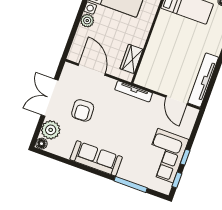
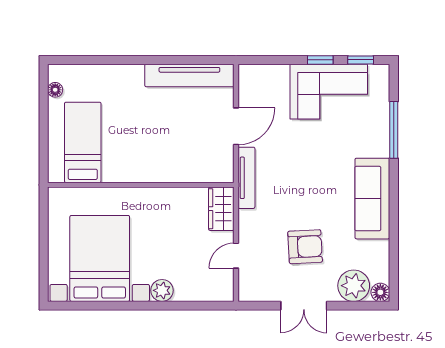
wardrobe: (131, 59) -> (221, 209), moved, turned 90
door: (92, 70) -> (236, 256), width x0.53
double door: (50, 98) -> (304, 306), width x0.73
door: (177, 100) -> (236, 126), moved

